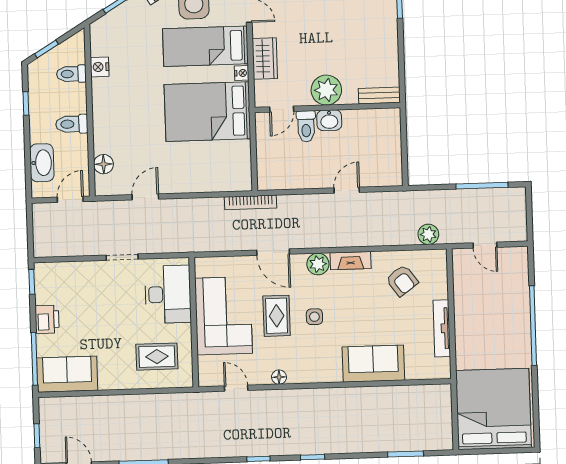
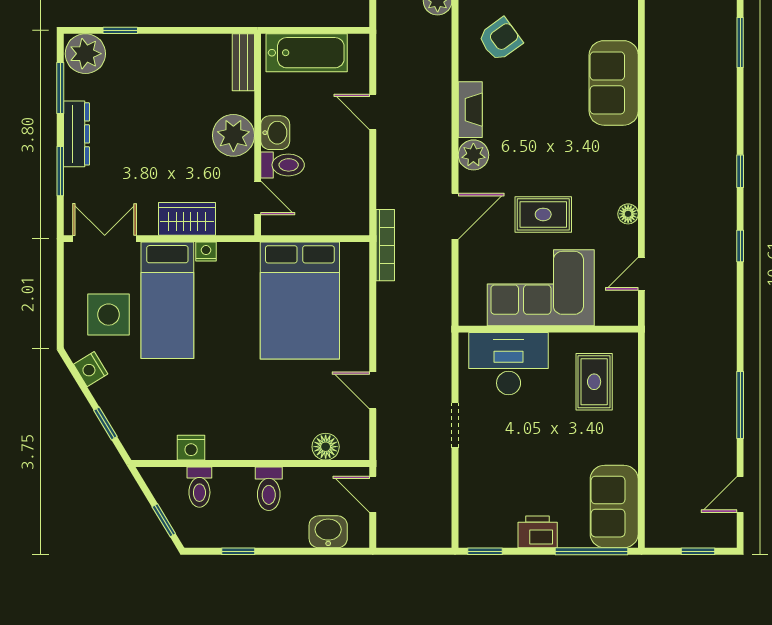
bed: (208, 112) -> (300, 301), moved
bathtub: (388, 141) -> (307, 53), added
washbasin: (42, 163) -> (328, 532), width x0.72
side table: (314, 317) -> (546, 162), removed

